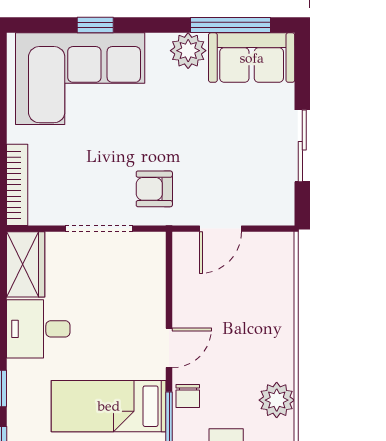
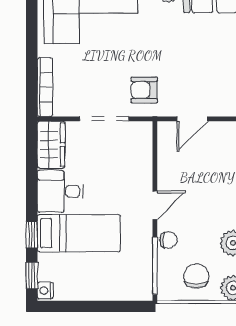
chair: (188, 396) -> (168, 240), turned -90
bed: (109, 406) -> (79, 233), moved, turned 180

